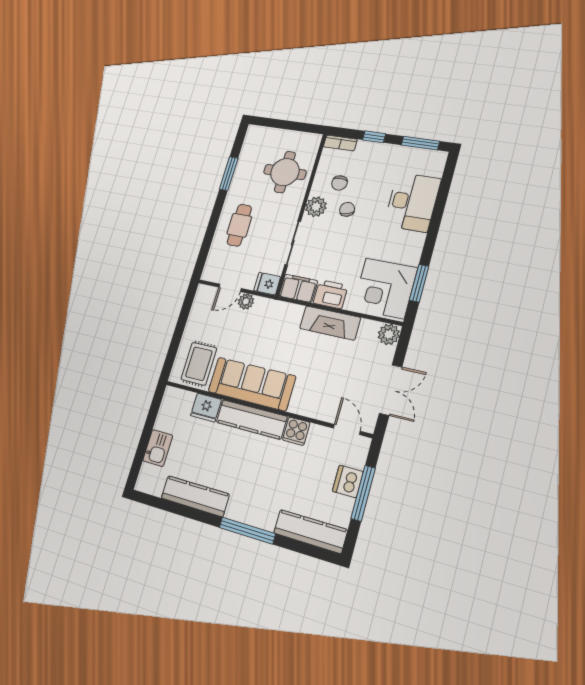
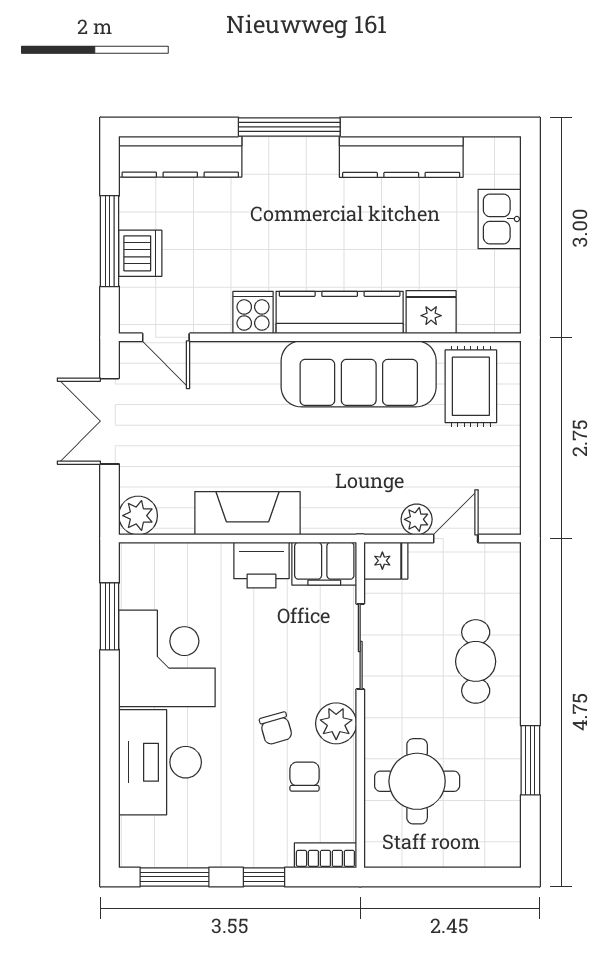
corner desk: (385, 288) -> (167, 658), moved

